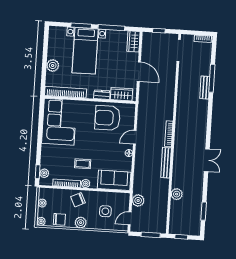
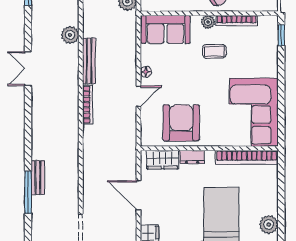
plant: (53, 65) -> (269, 225), moved
armchair: (108, 118) -> (181, 123), turned -90
plant: (44, 173) -> (271, 34), removed
plant: (177, 194) -> (70, 35), moved

